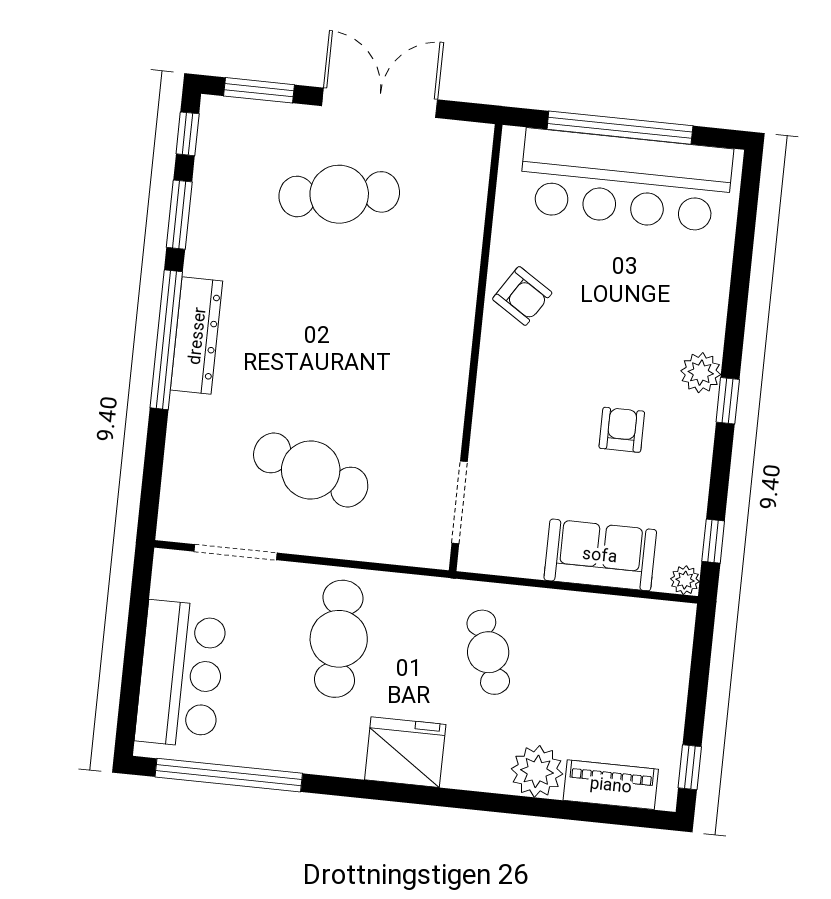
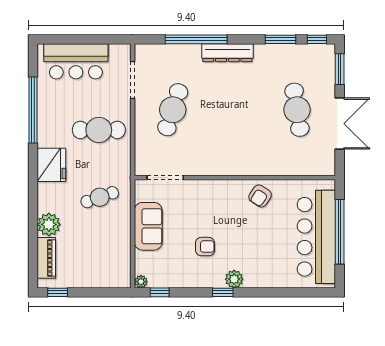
window: (166, 340) -> (196, 39), moved
sofa: (600, 555) -> (148, 226), moved
window: (229, 775) -> (33, 110), moved

